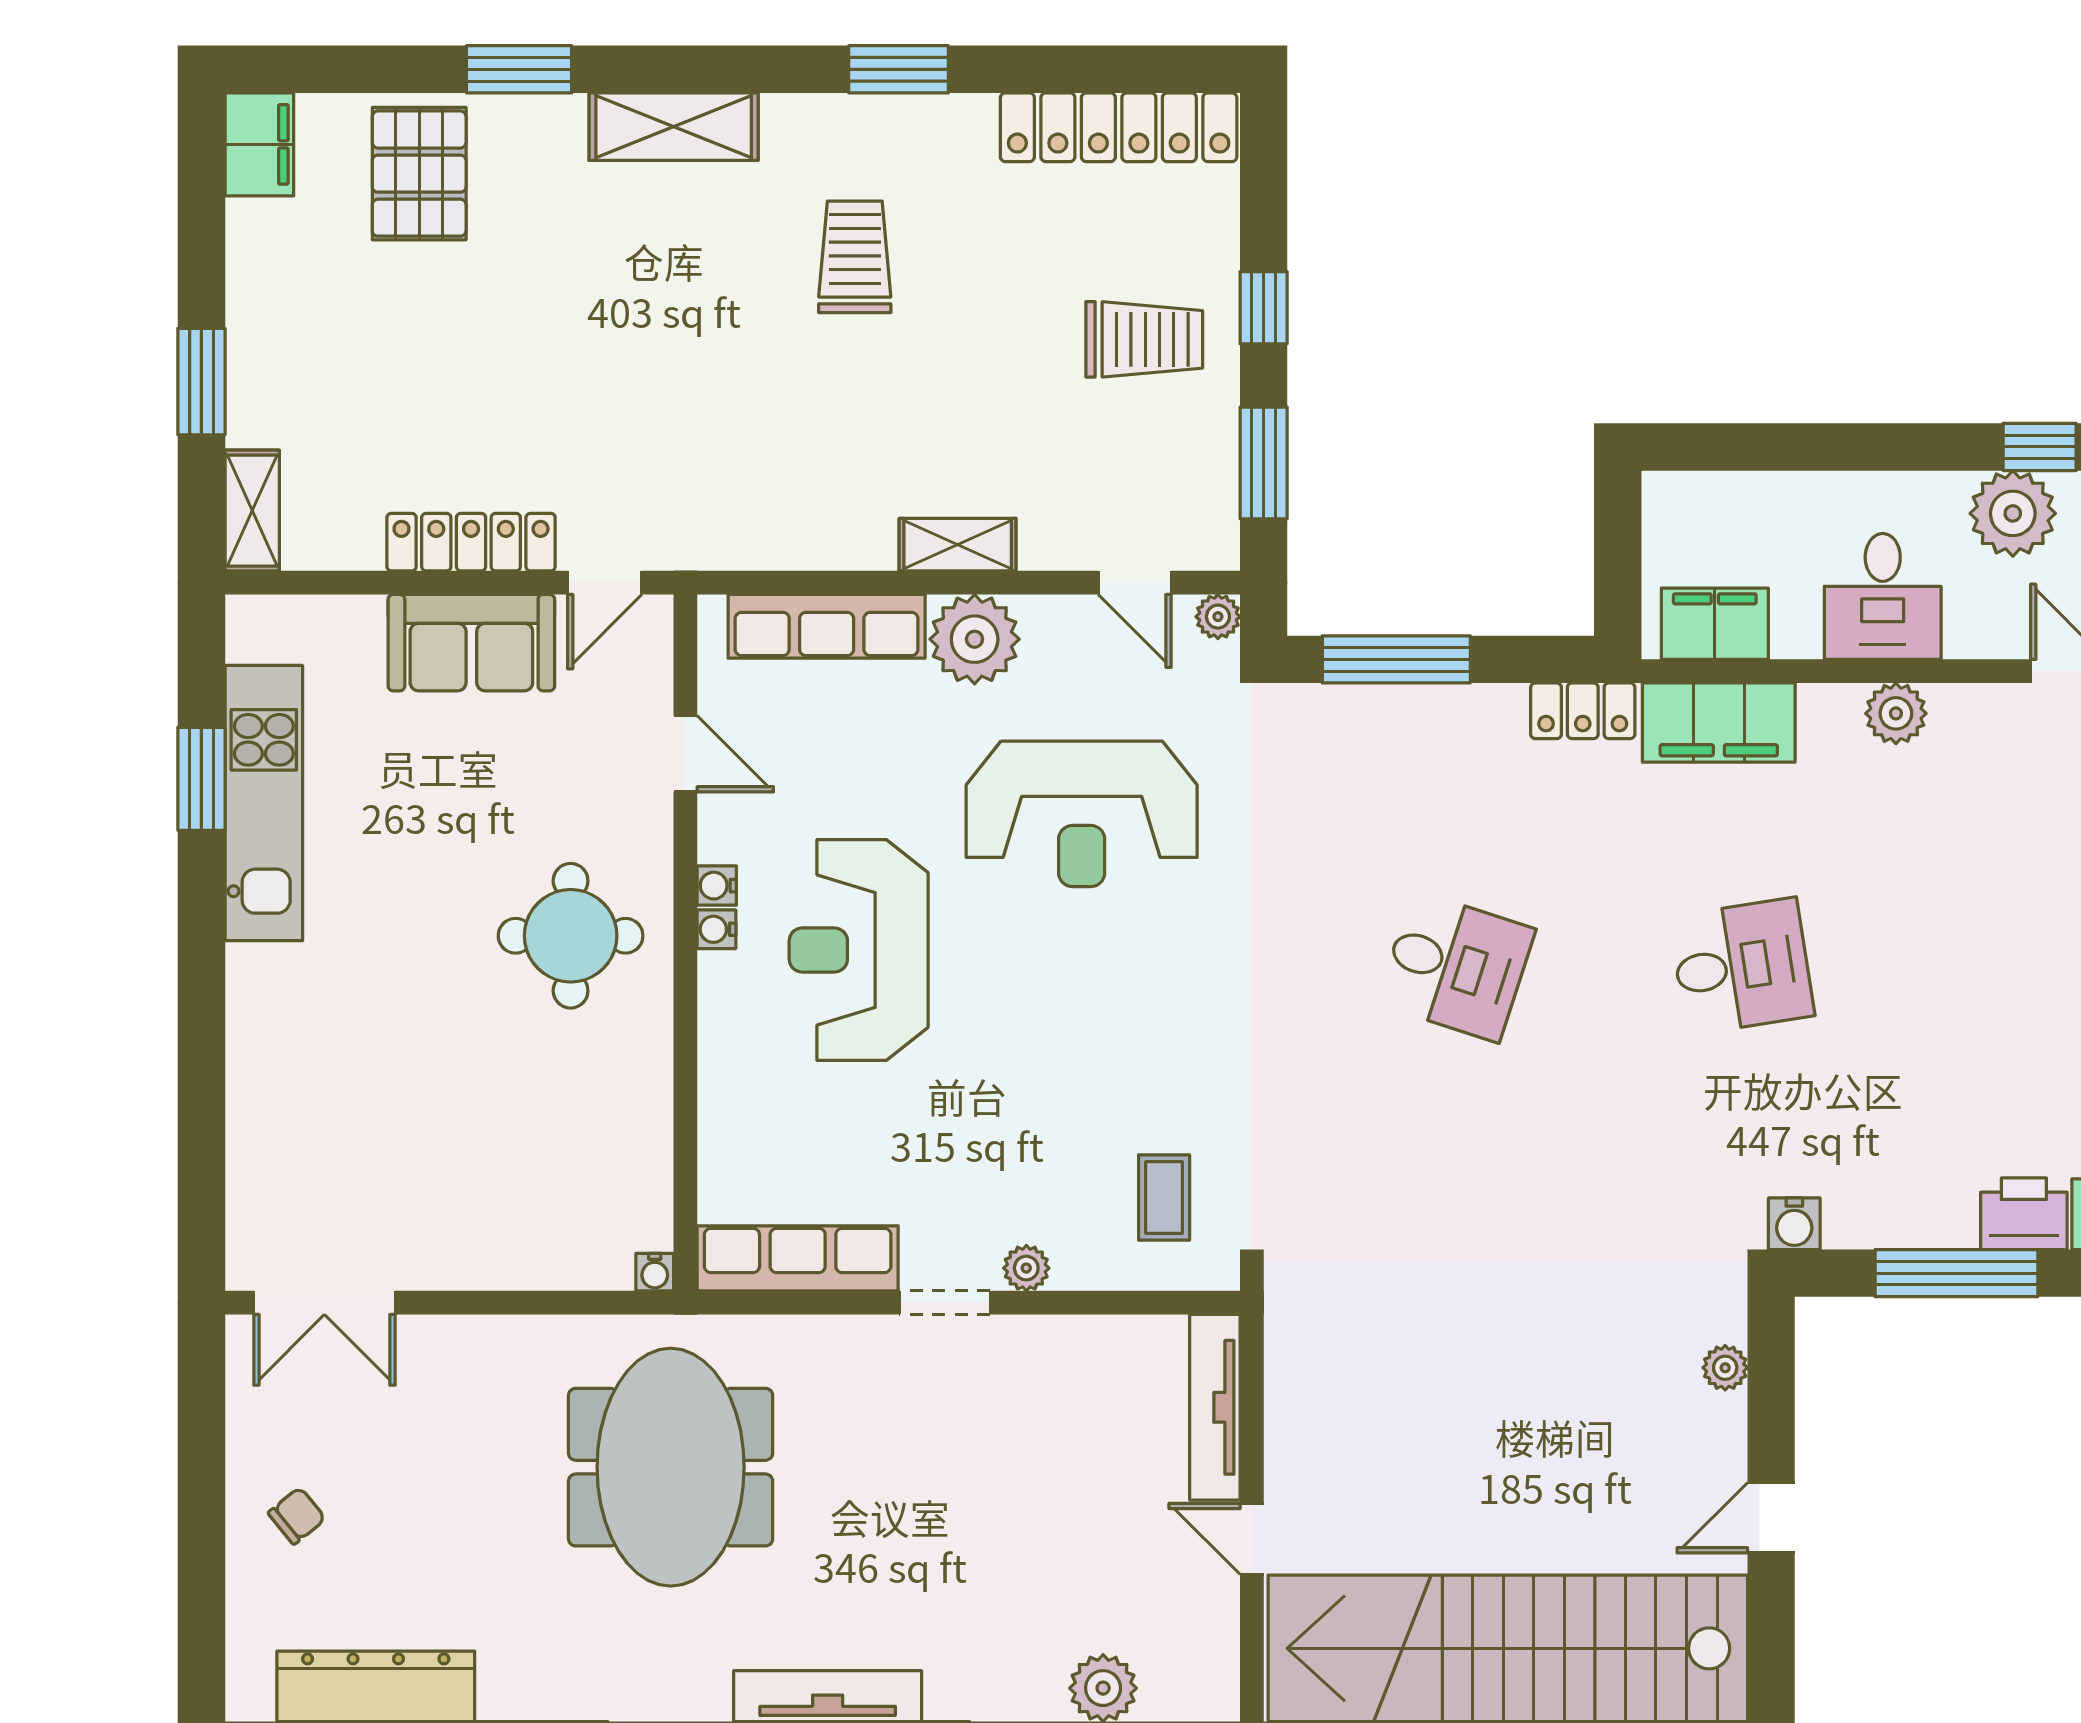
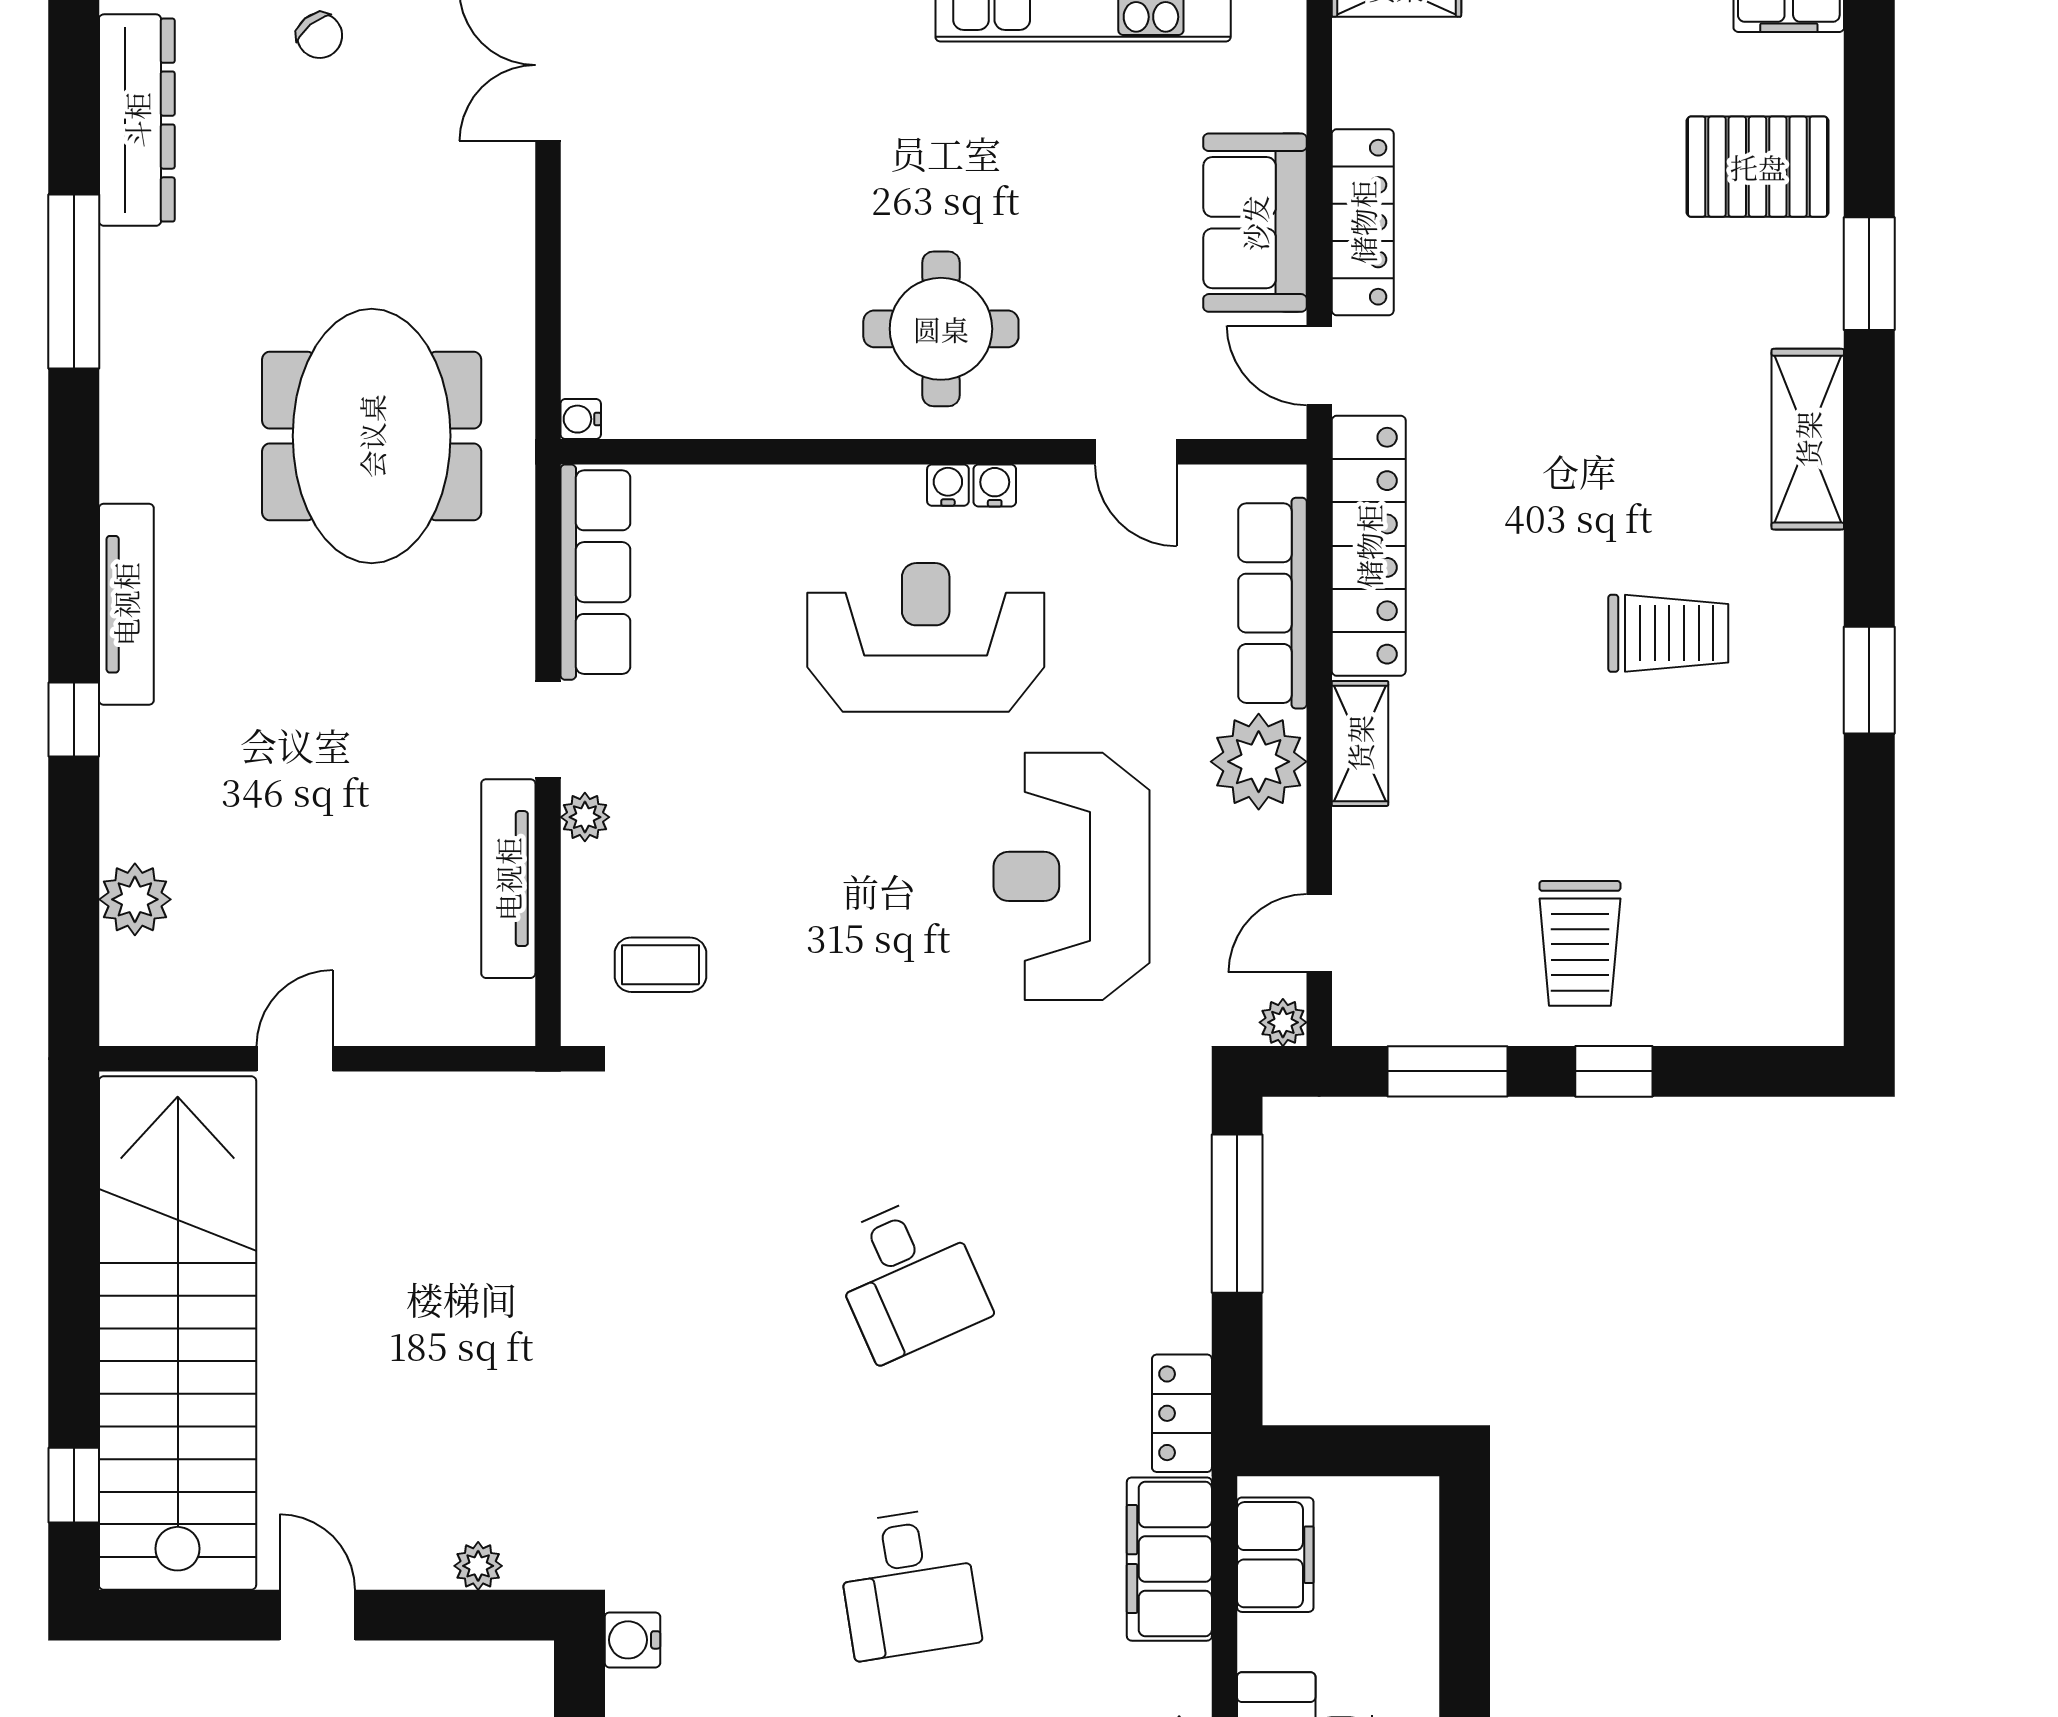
locker: (1119, 127) -> (1369, 546), moved, turned 180
door: (685, 754) -> (1136, 452), hinge flipped
desk: (1456, 966) -> (908, 1278), turned -42
tv unit: (1215, 1407) -> (508, 879), moved, turned -90
meeting table: (671, 1467) -> (372, 436), turned 90

